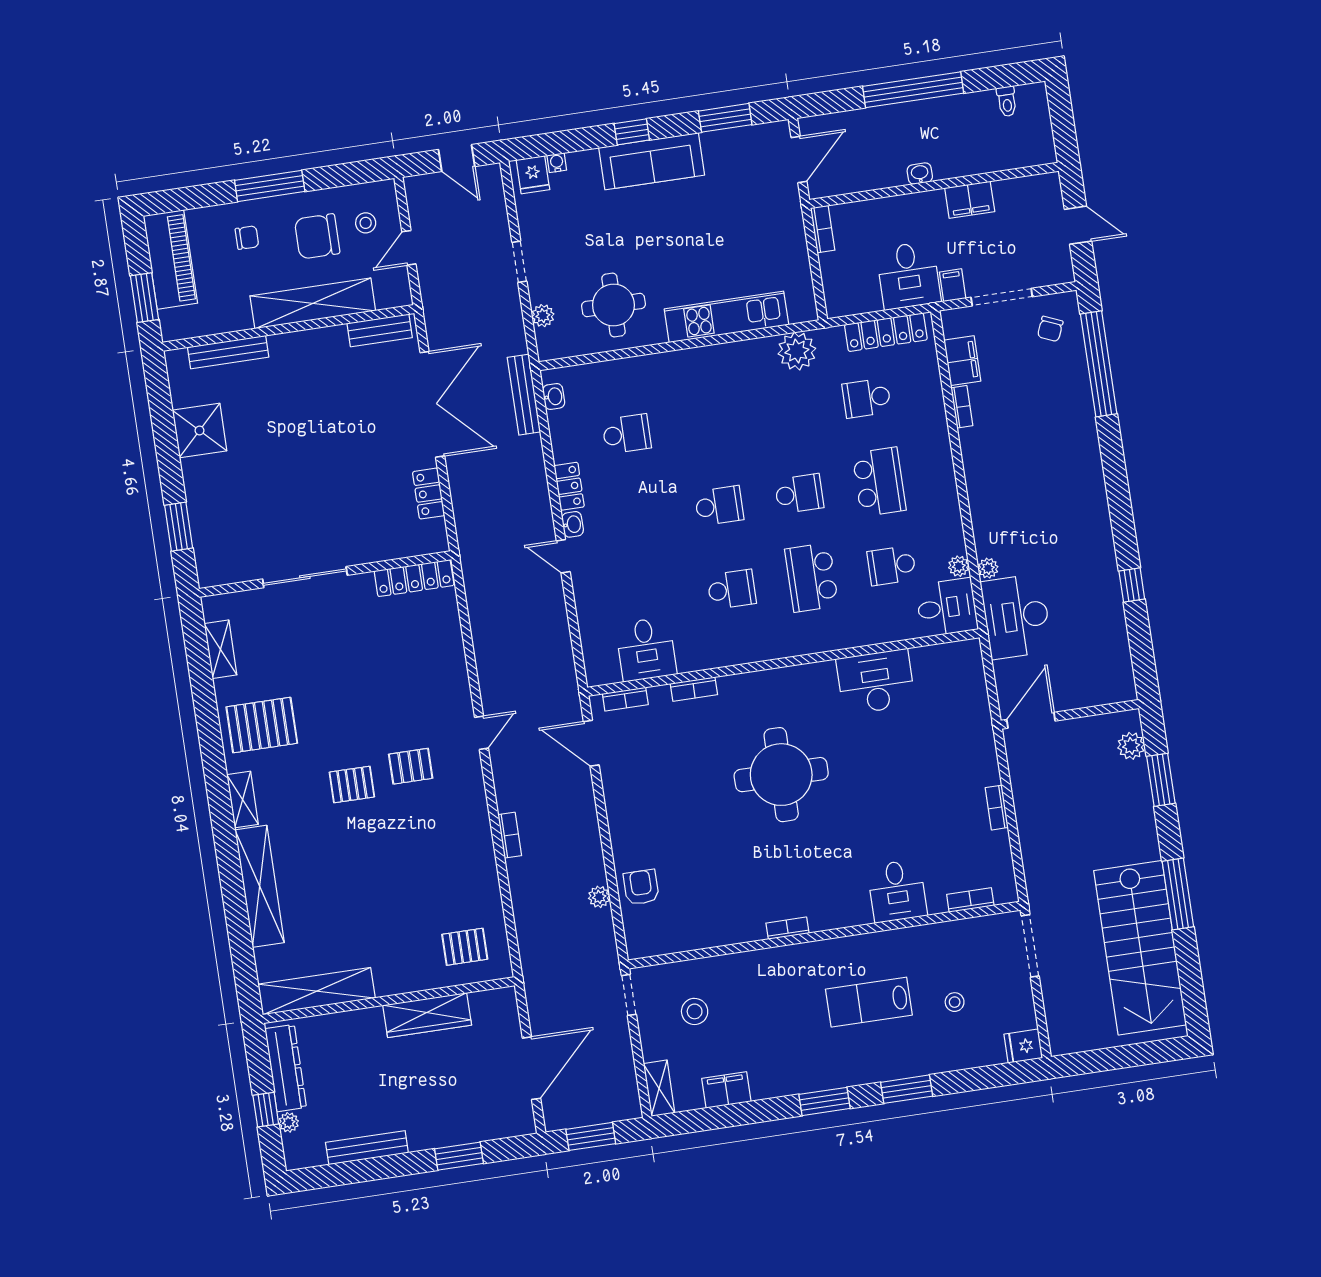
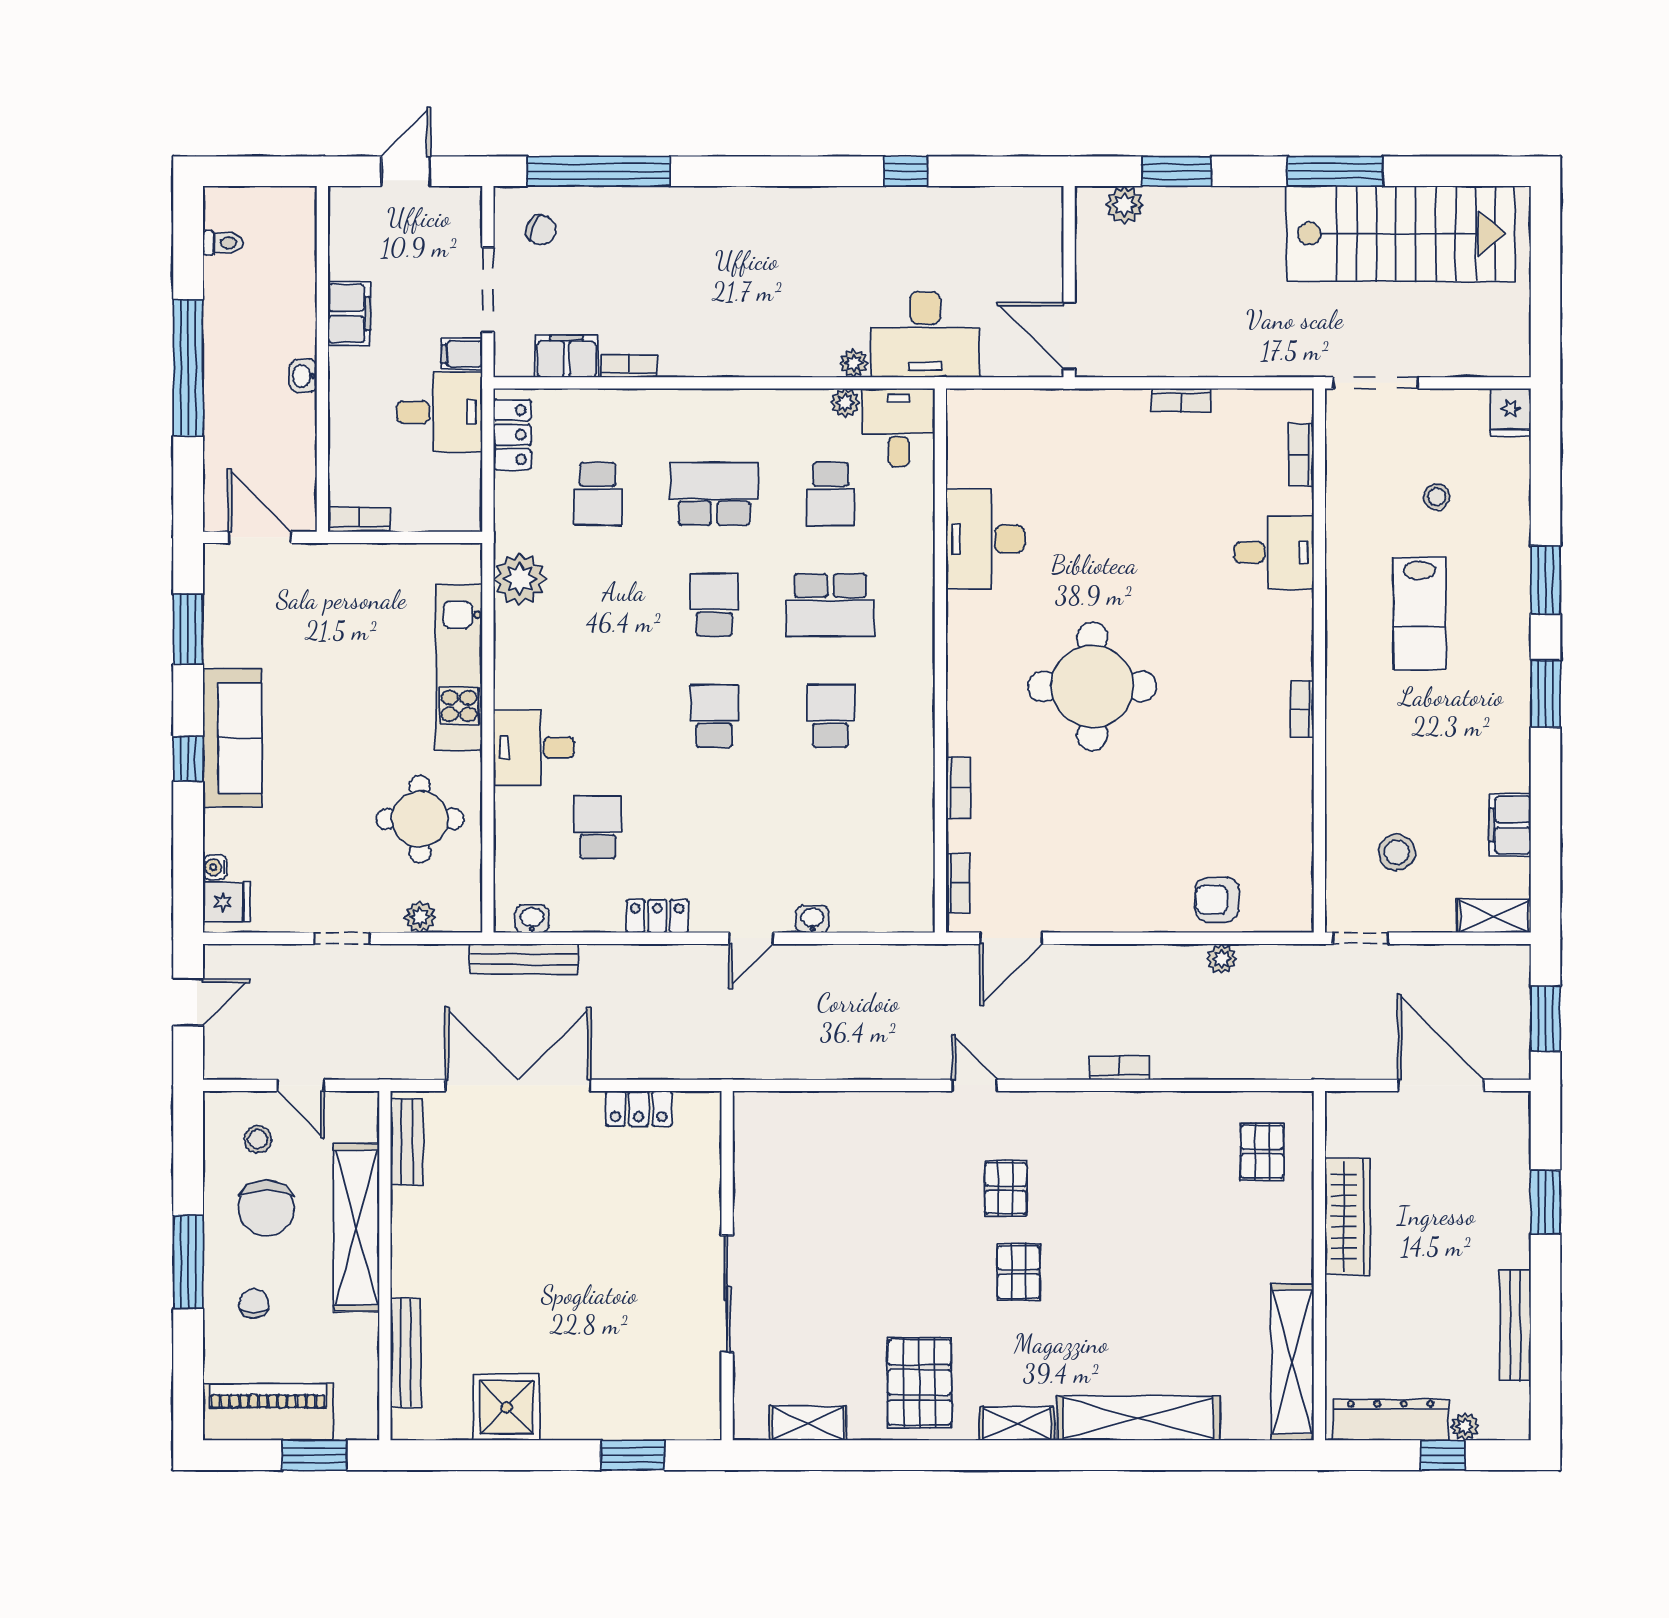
locker: (886, 332) -> (512, 435), width x0.66
washbasin: (573, 524) -> (812, 919), moved
locker: (414, 578) -> (751, 1145), removed
desk: (646, 649) -> (534, 747), moved, turned 180

